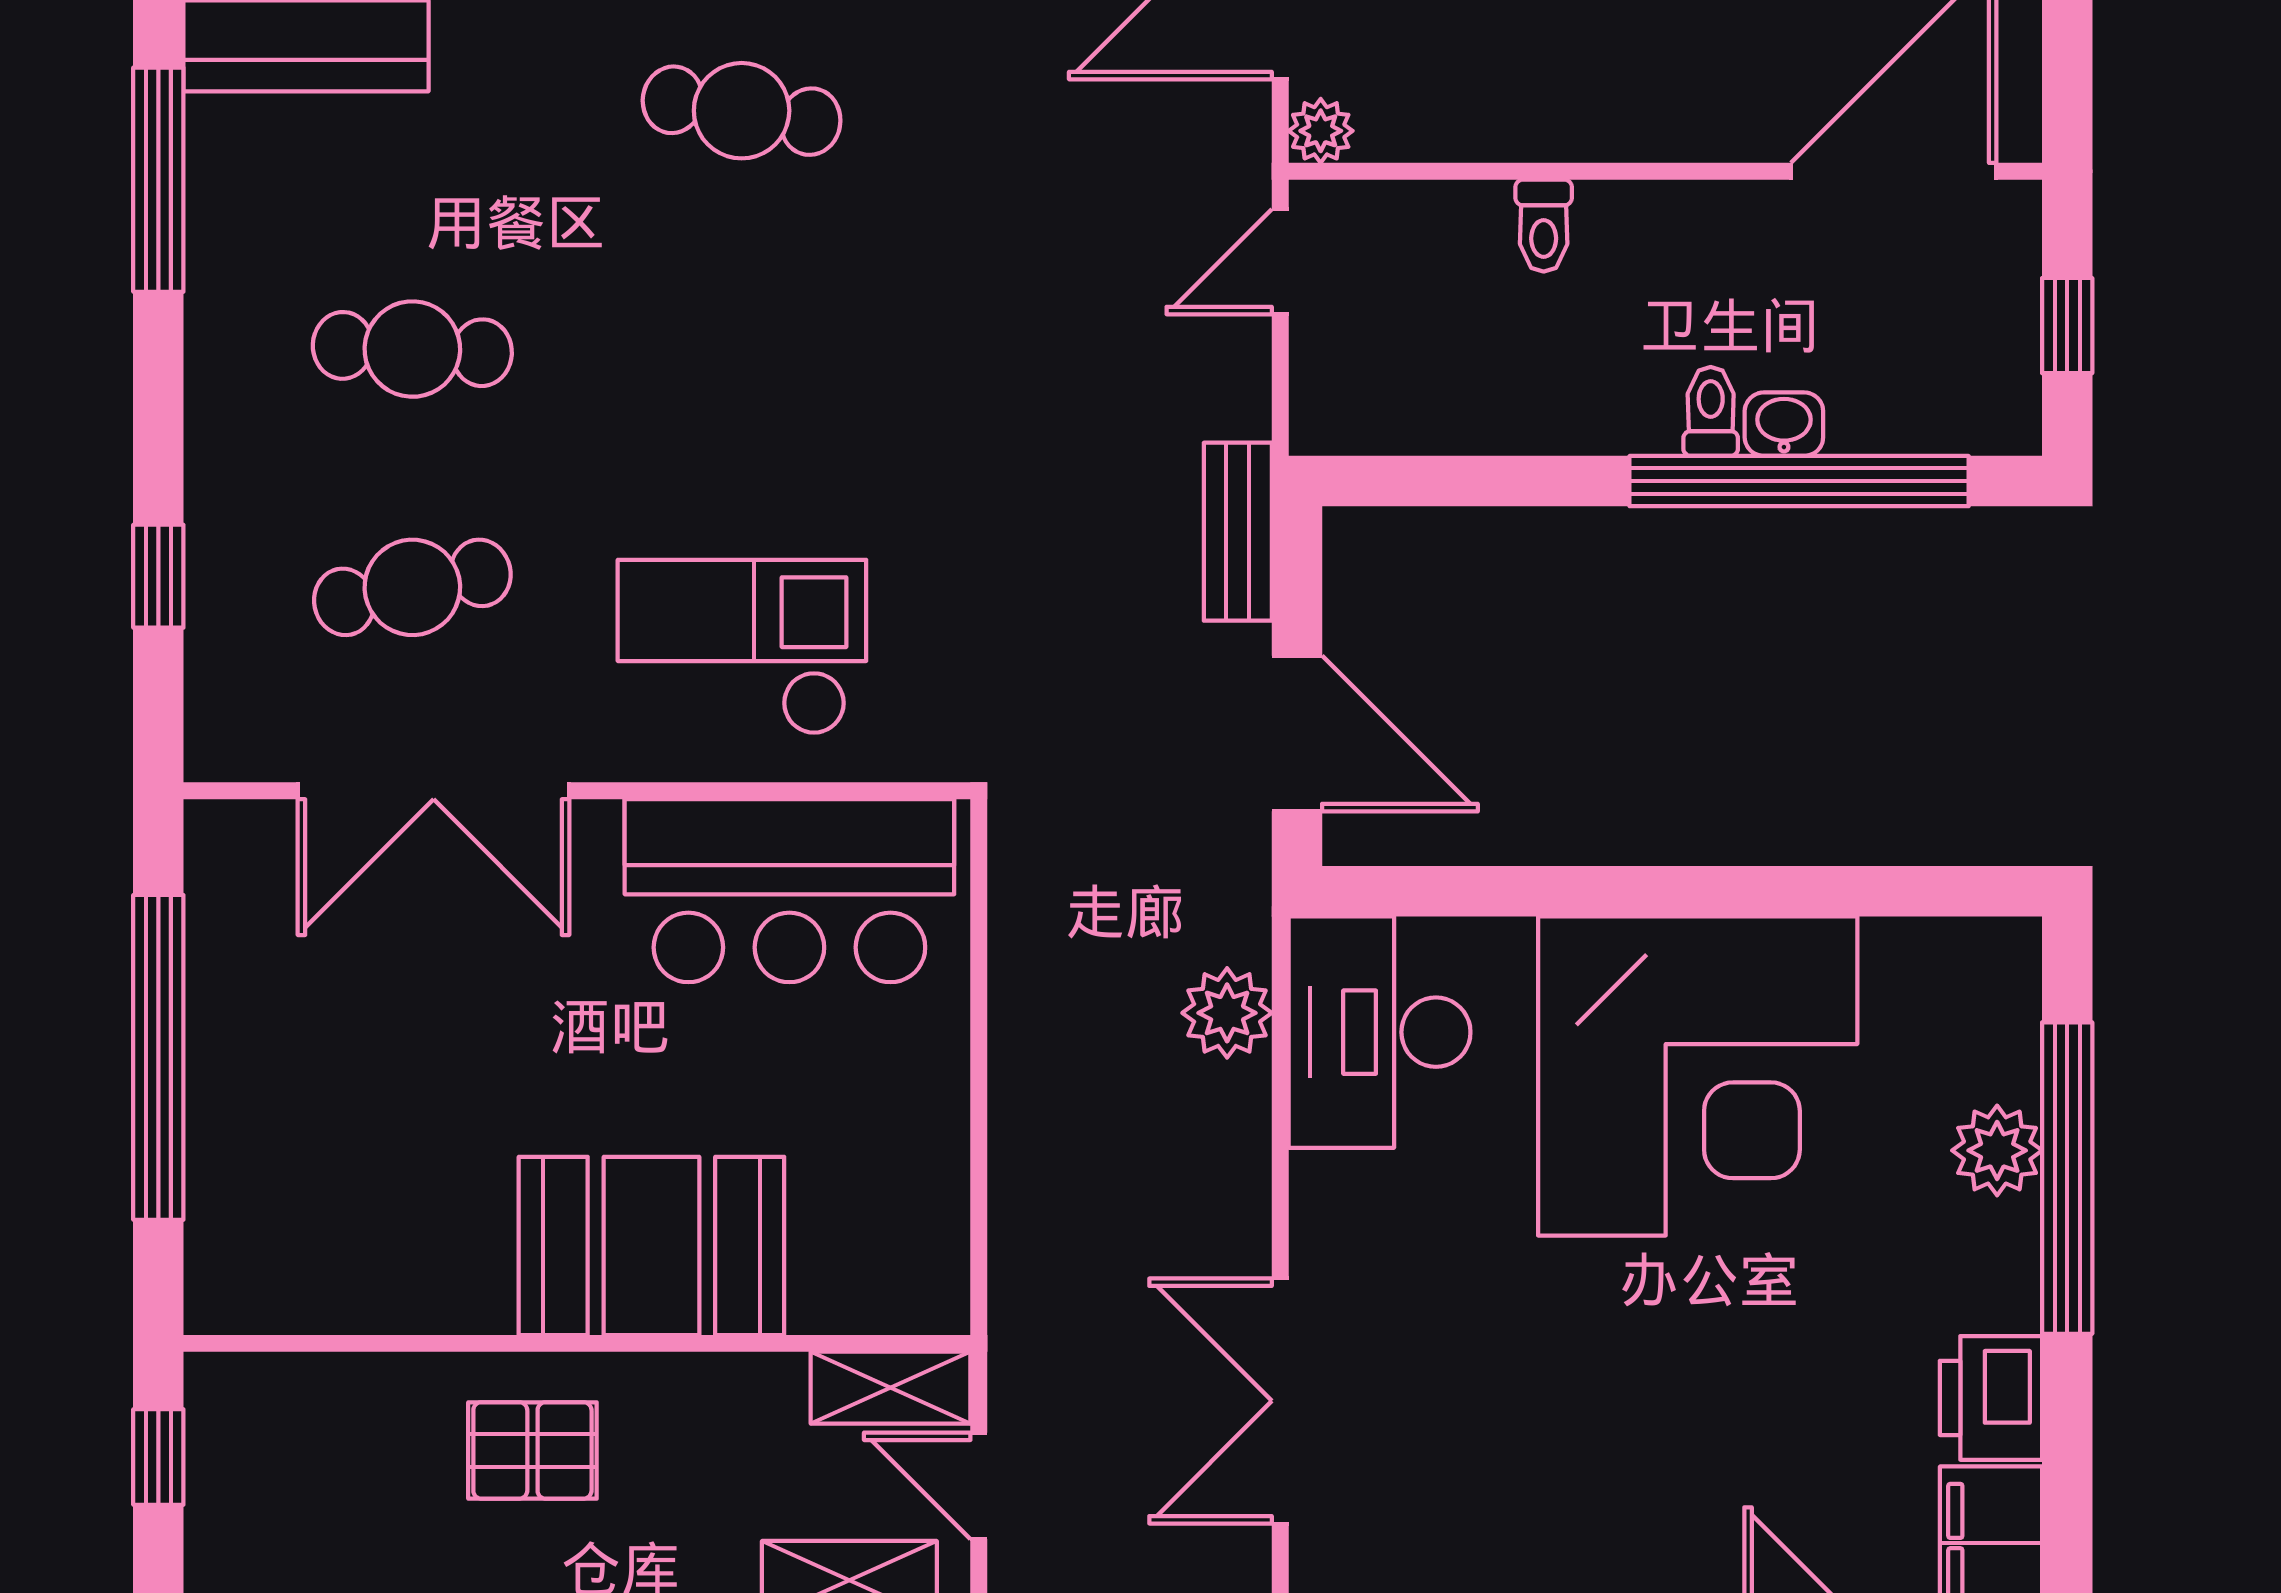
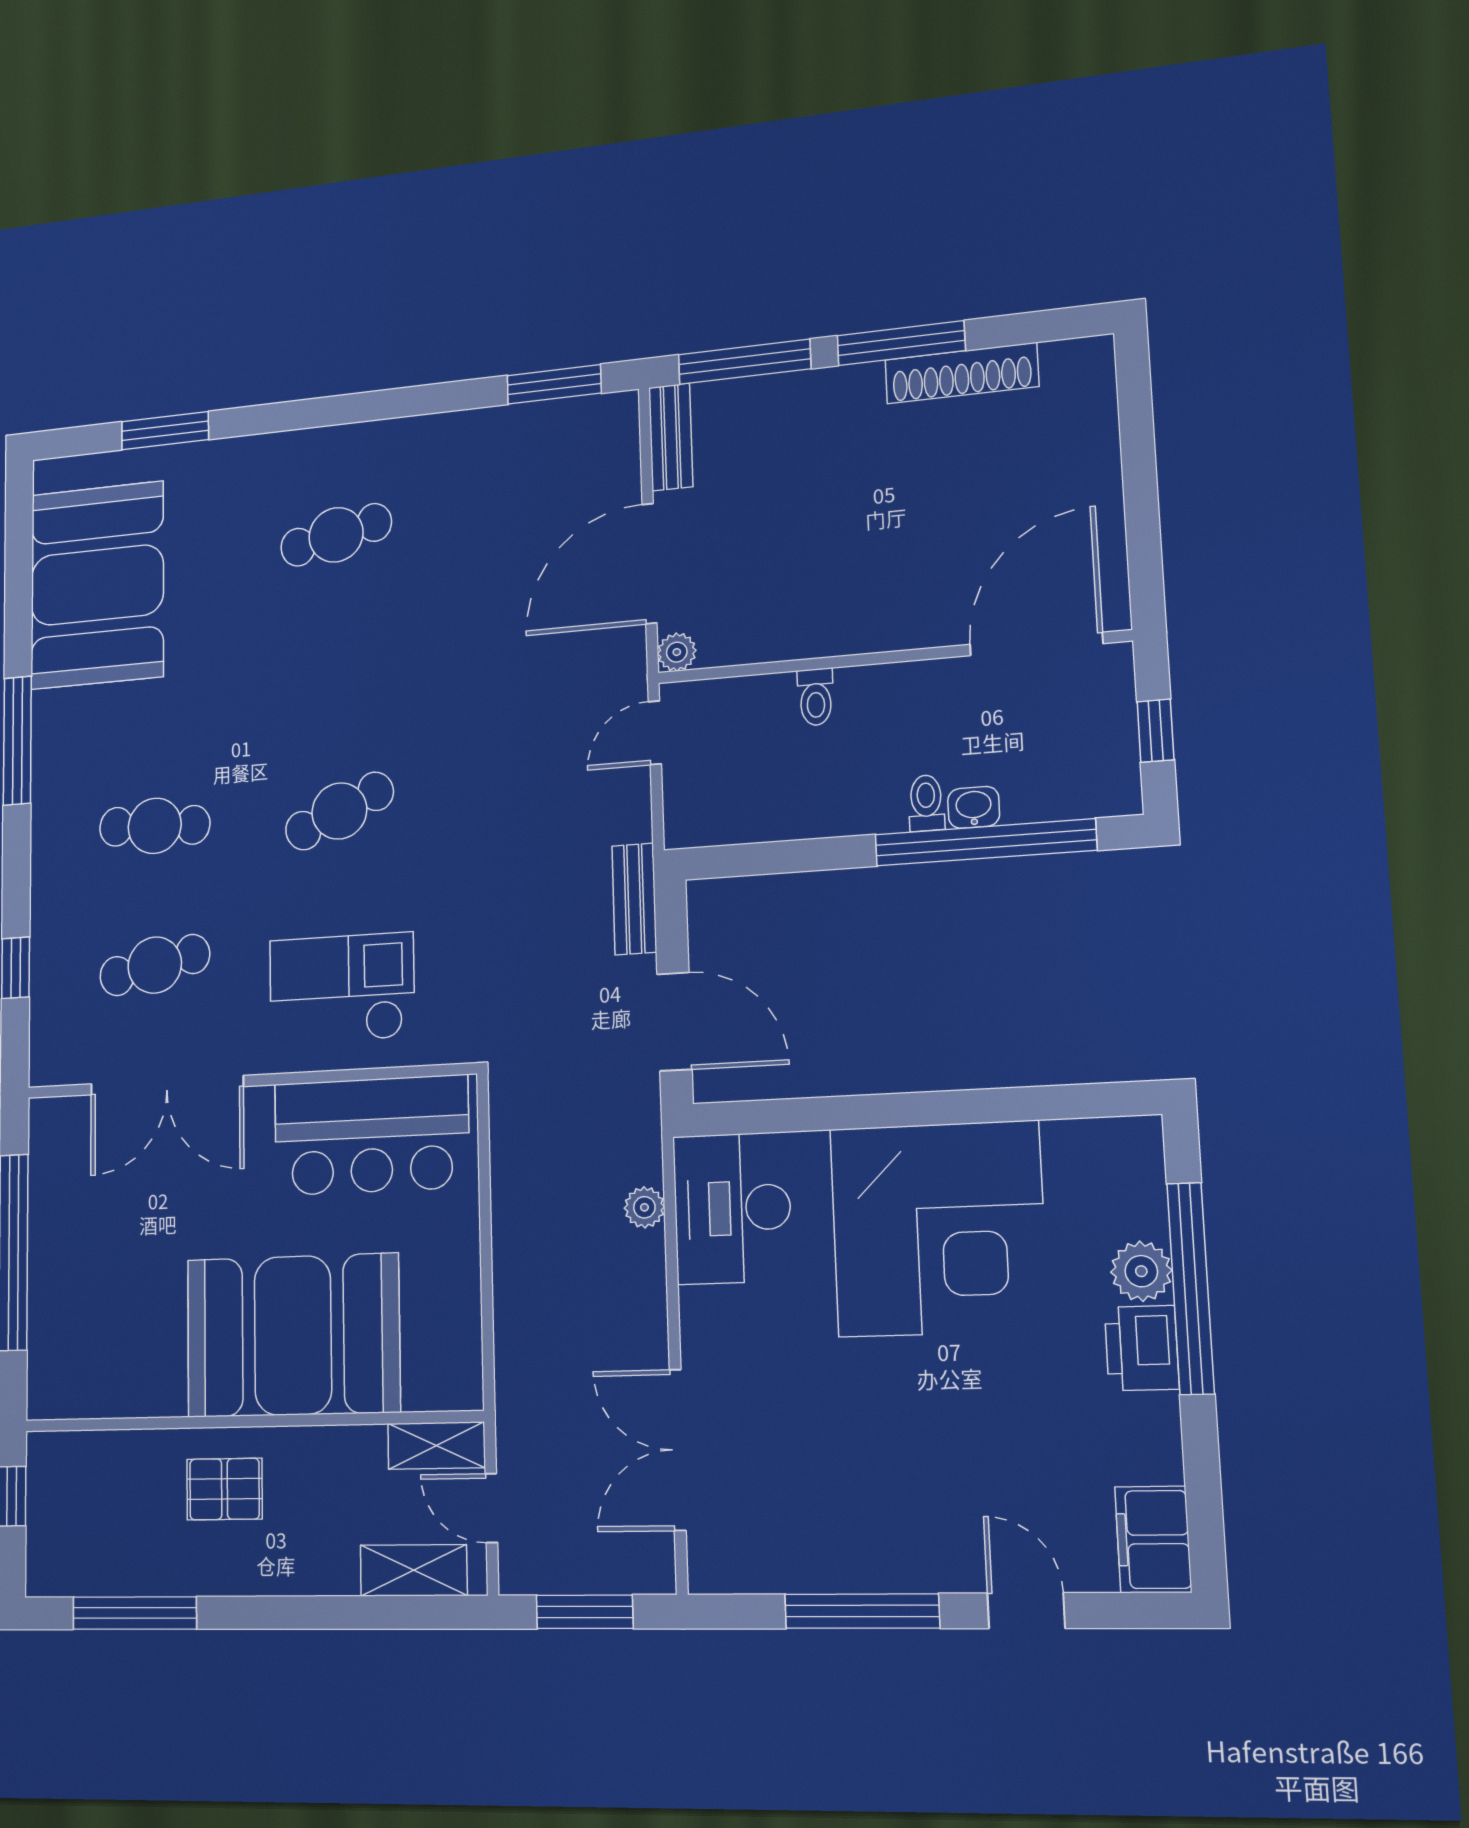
cafe table: (742, 111) -> (339, 811), moved, turned -33
plant: (1227, 1013) -> (644, 1207), width x0.73, depth x0.73
booth: (651, 1246) -> (293, 1335), width x1.36, depth x1.42
printer: (1991, 1398) -> (1142, 1348), moved

